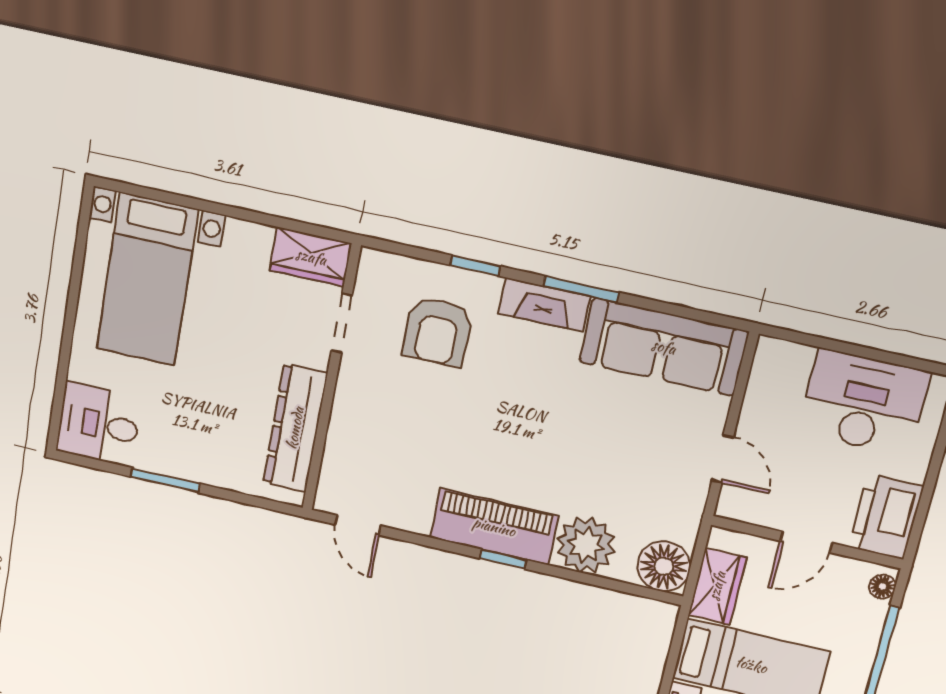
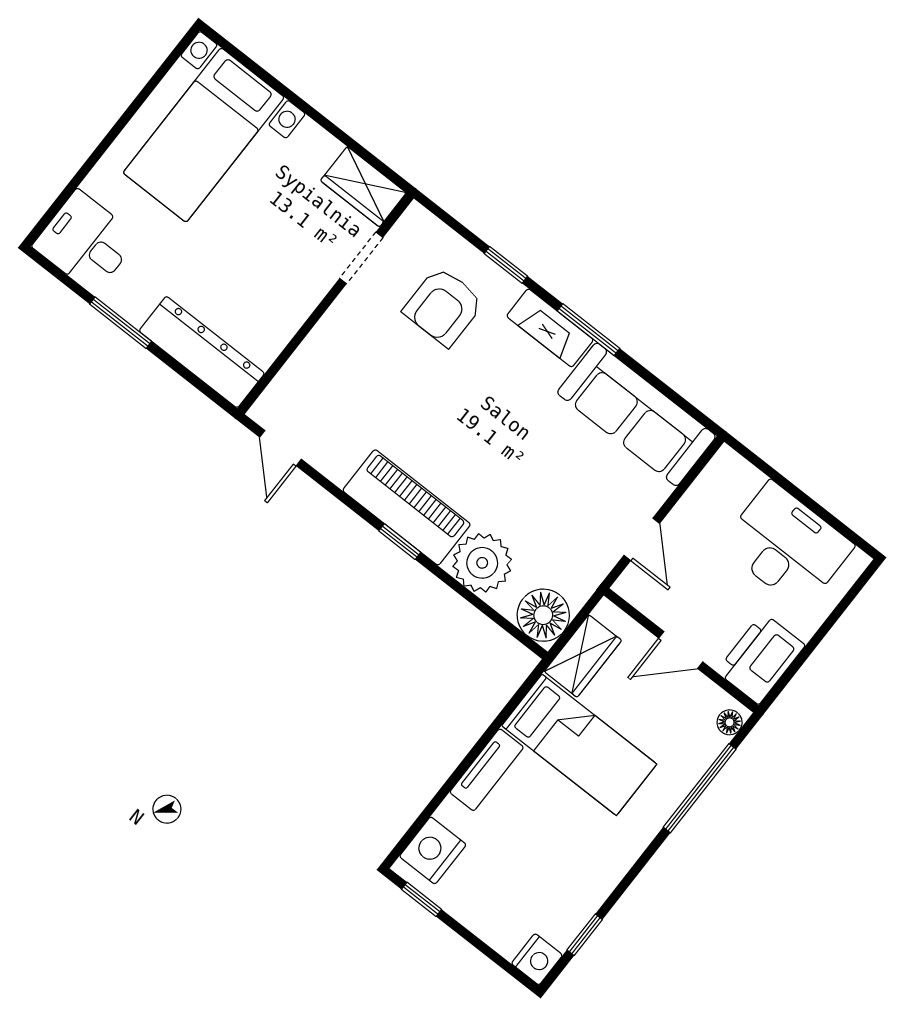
dresser: (295, 428) -> (202, 352), moved, turned 90

